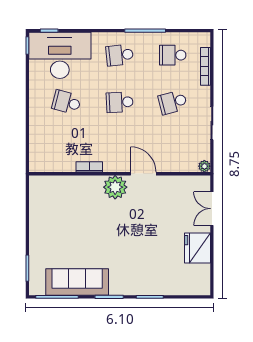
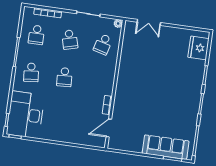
school desk: (67, 102) -> (103, 44), moved
door: (143, 174) -> (109, 128), moved
plant: (115, 187) -> (124, 89), removed
fridge: (197, 248) -> (198, 48), moved, turned 90
sofa: (77, 282) -> (166, 147), moved, turned 90

